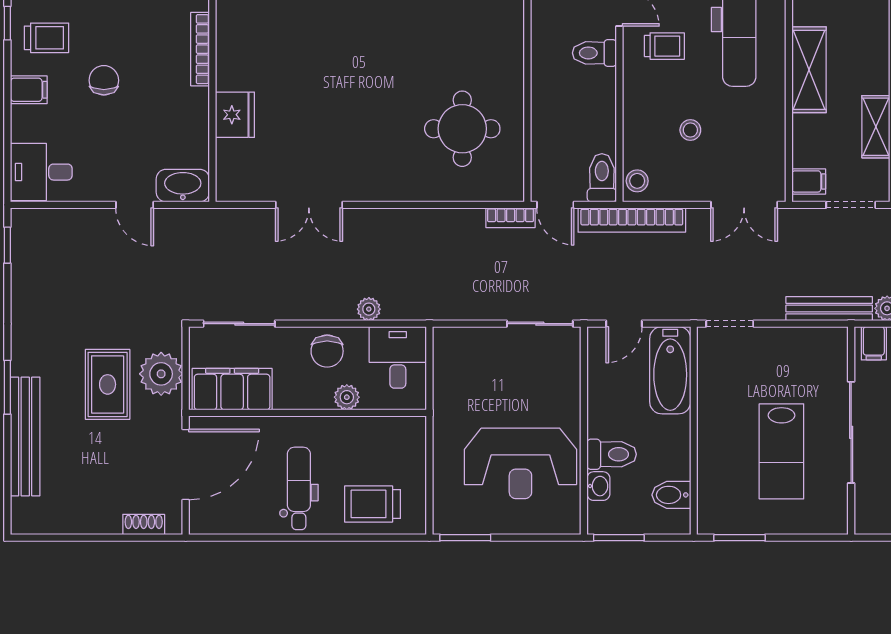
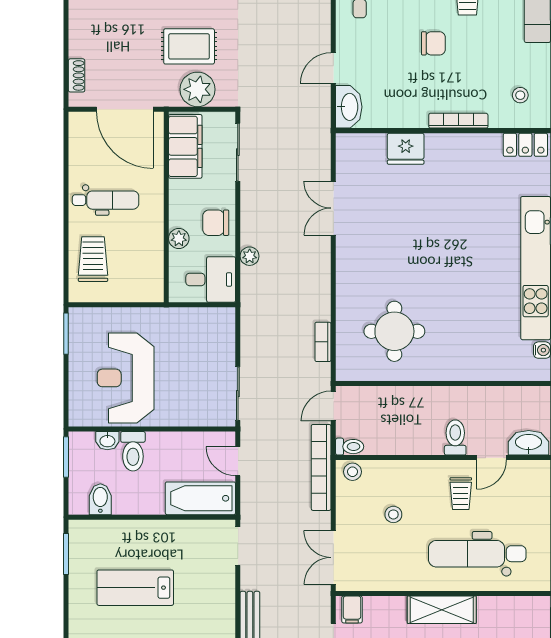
toilet: (602, 178) -> (350, 447), width x0.73, depth x0.72
bookcase: (511, 218) -> (323, 342), moved

